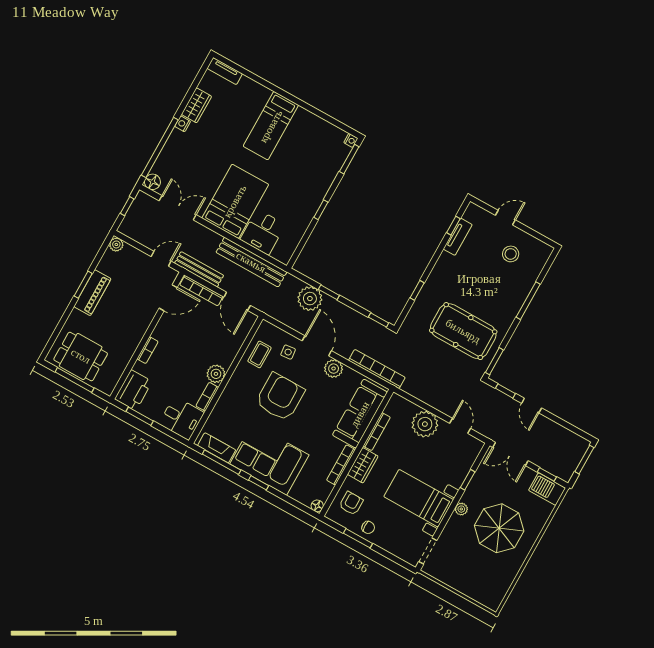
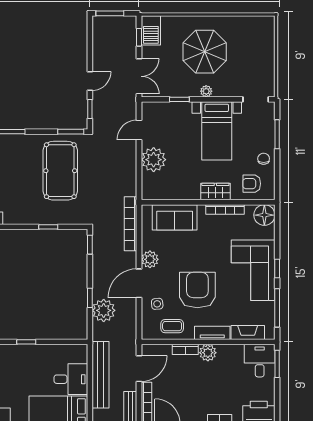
tv unit: (232, 388) -> (212, 333), added
bookcase: (207, 397) -> (185, 349), moved
armchair: (280, 397) -> (197, 290), turned 90
sofa: (360, 414) -> (175, 217), width x0.73
window: (140, 416) -> (277, 364), moved
bookcase: (377, 432) -> (182, 195), removed
fireplace: (217, 448) -> (248, 333), moved, turned 90
floor lamp: (317, 506) -> (264, 215), width x1.89, depth x1.89
window: (358, 538) -> (277, 134), moved

